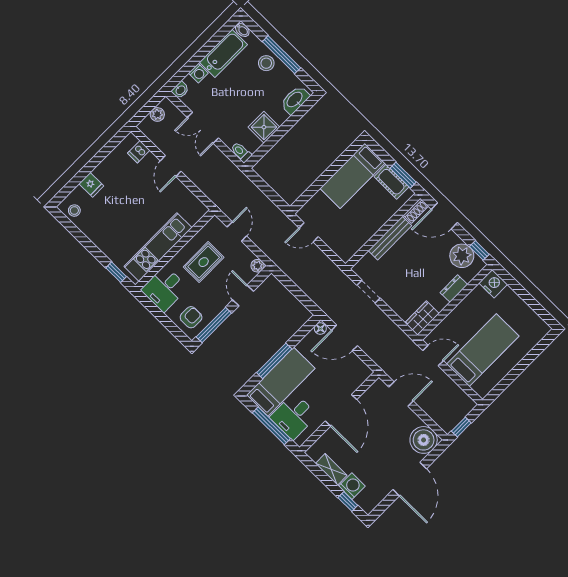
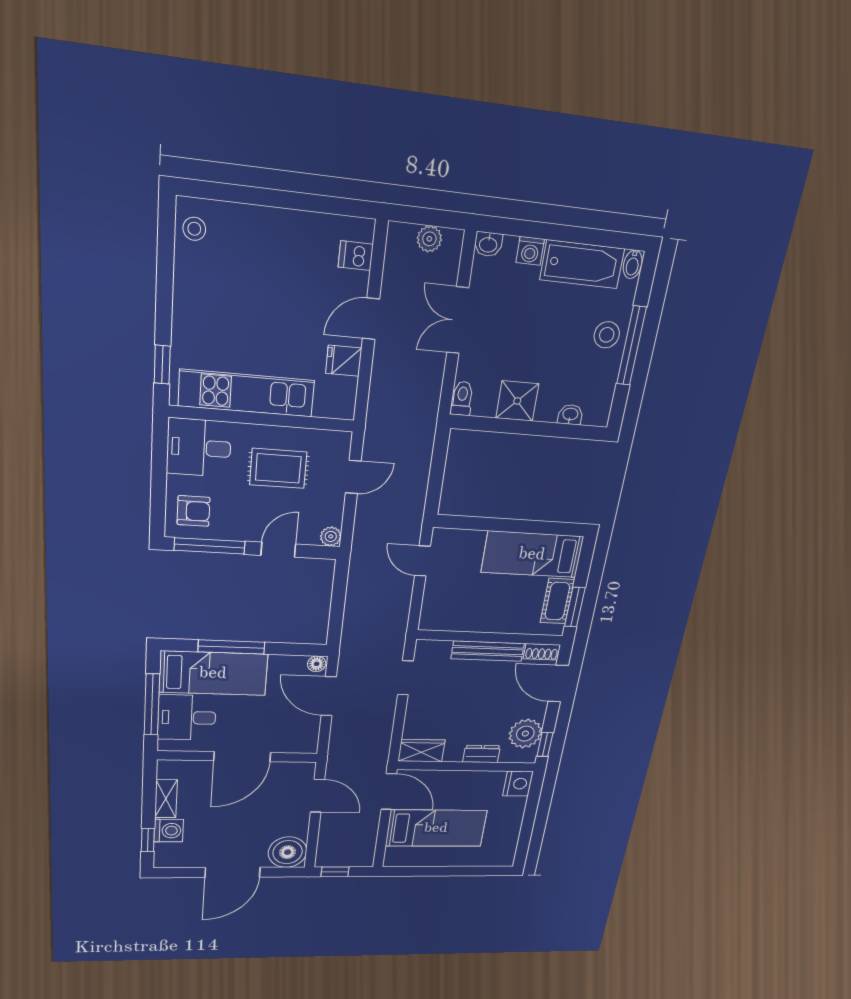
washbasin: (295, 100) -> (570, 415), width x0.52, depth x0.69
fridge: (91, 185) -> (344, 361), moved, turned 90
door: (433, 356) -> (389, 792), width x1.38

